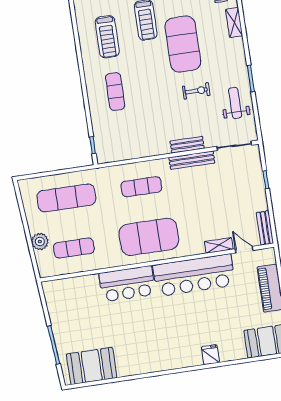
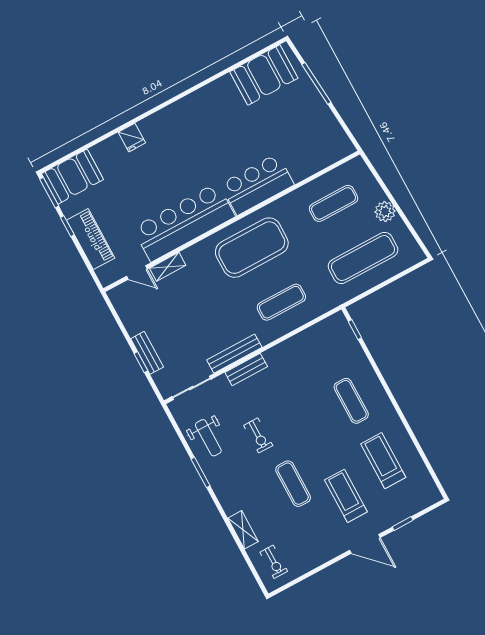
exercise mat: (183, 44) -> (293, 484), width x0.50, depth x0.69
exercise bike: (196, 91) -> (258, 435), turned -90
bench: (265, 228) -> (147, 353), moved
plant: (40, 242) -> (385, 212), moved

